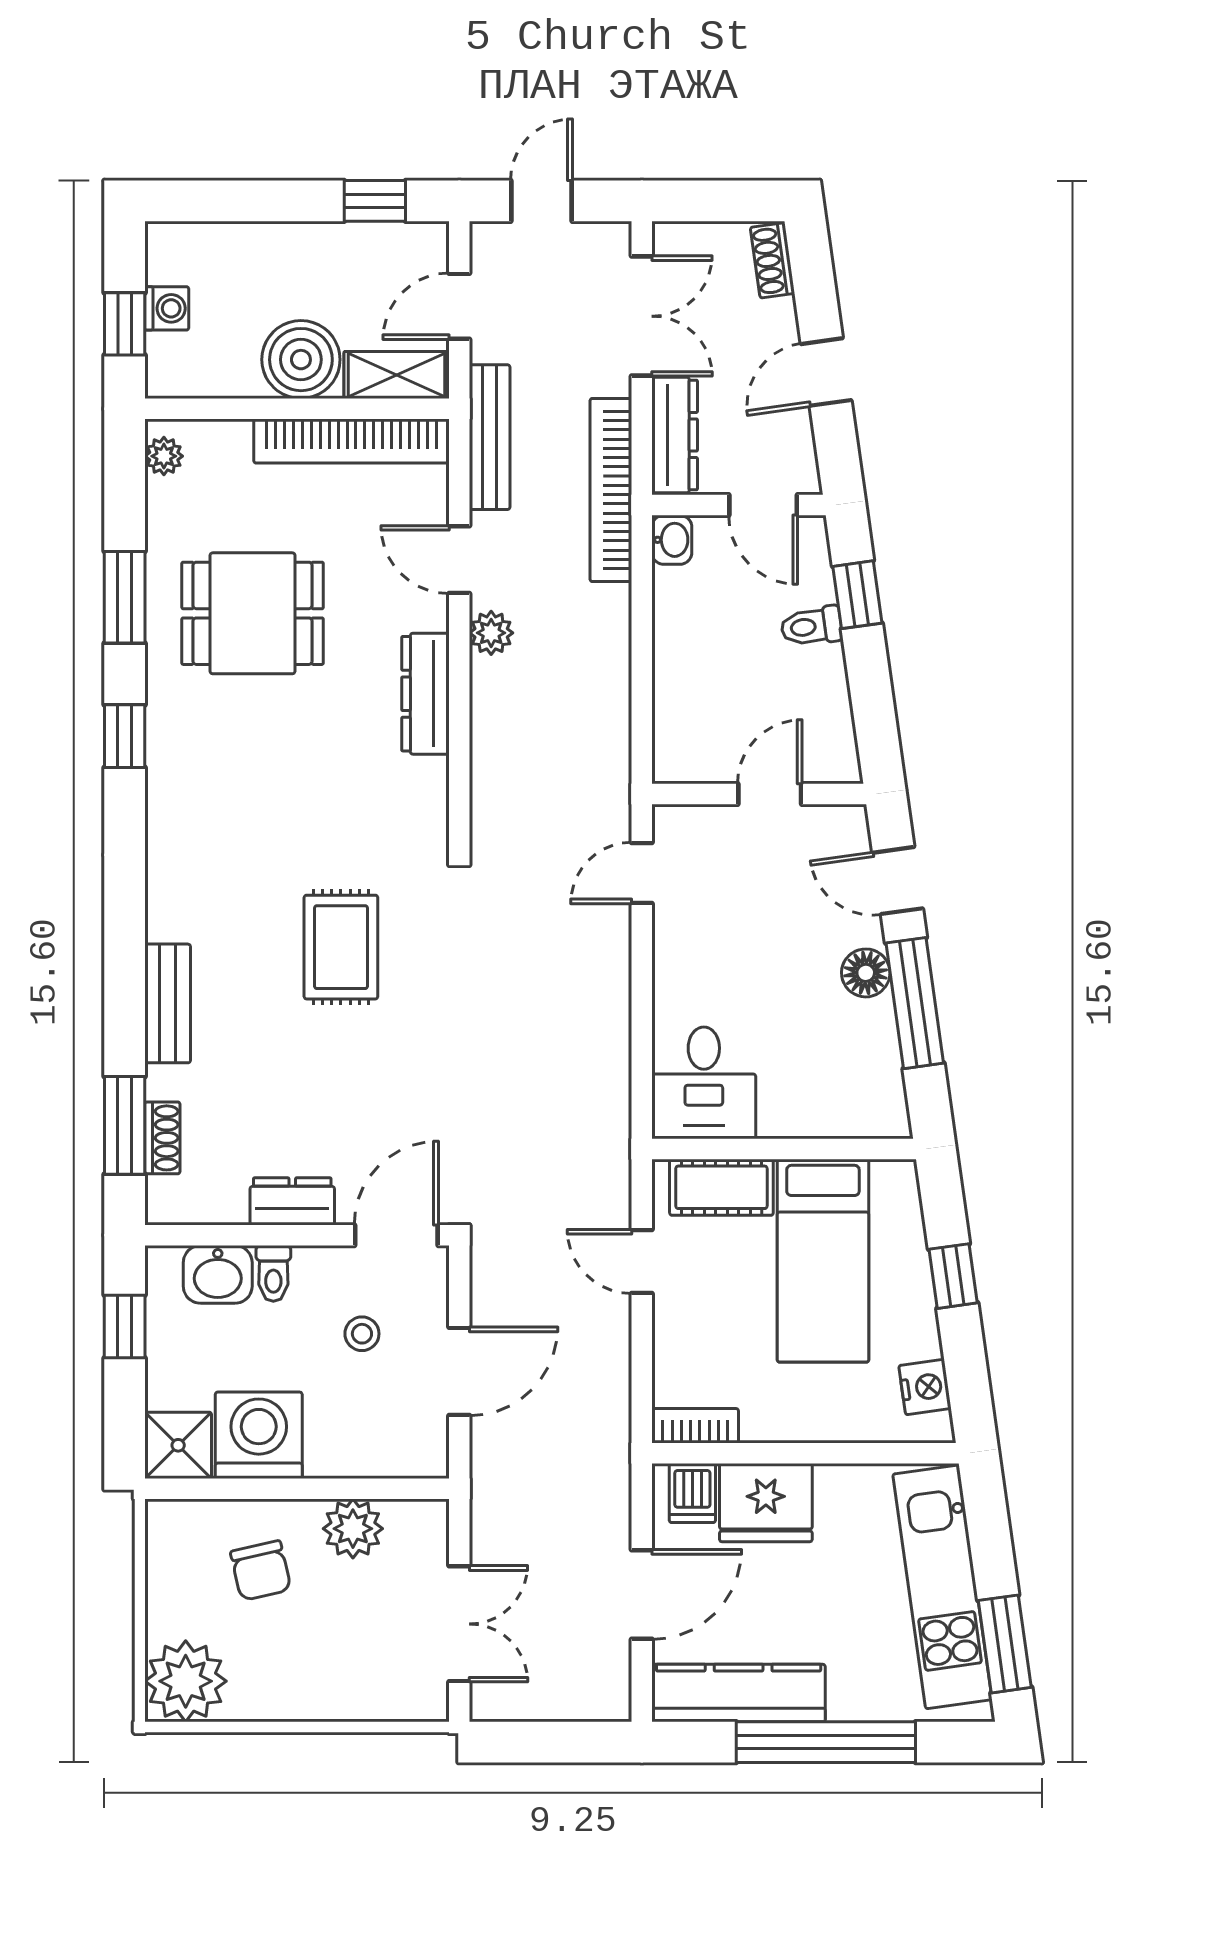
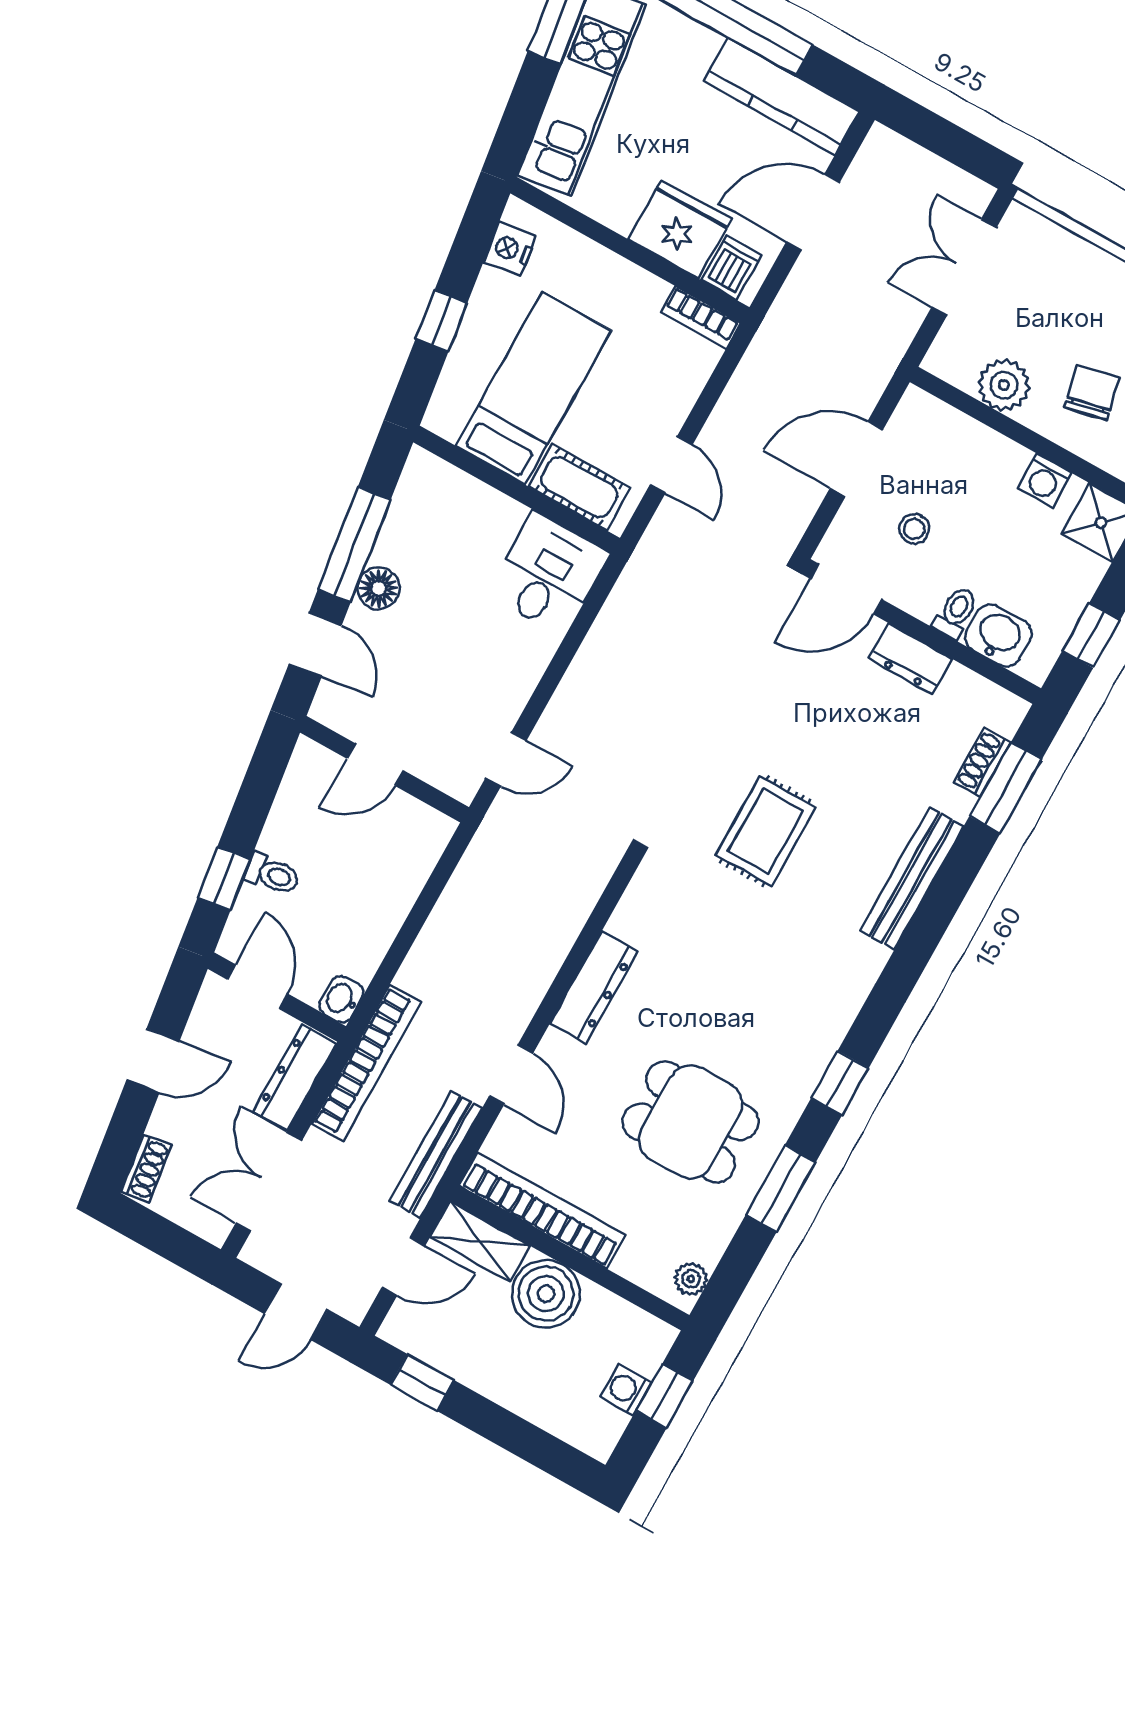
plant: (491, 633) -> (518, 1005), removed
bench: (168, 1003) -> (912, 879), width x1.36
washing machine: (259, 1435) -> (1044, 480), width x0.53, depth x0.53

